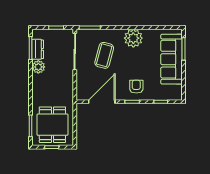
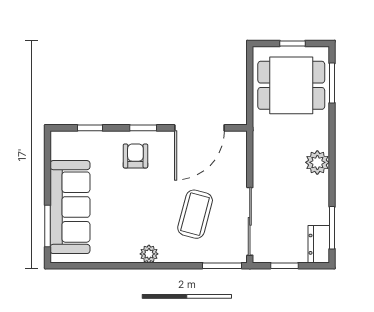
plant: (133, 38) -> (149, 254), width x0.53, depth x0.53
dresser: (38, 49) -> (319, 244), moved
plant: (38, 67) -> (317, 162), moved
armchair: (136, 87) -> (135, 156), turned 180
dining table: (52, 125) -> (291, 85), turned 90

